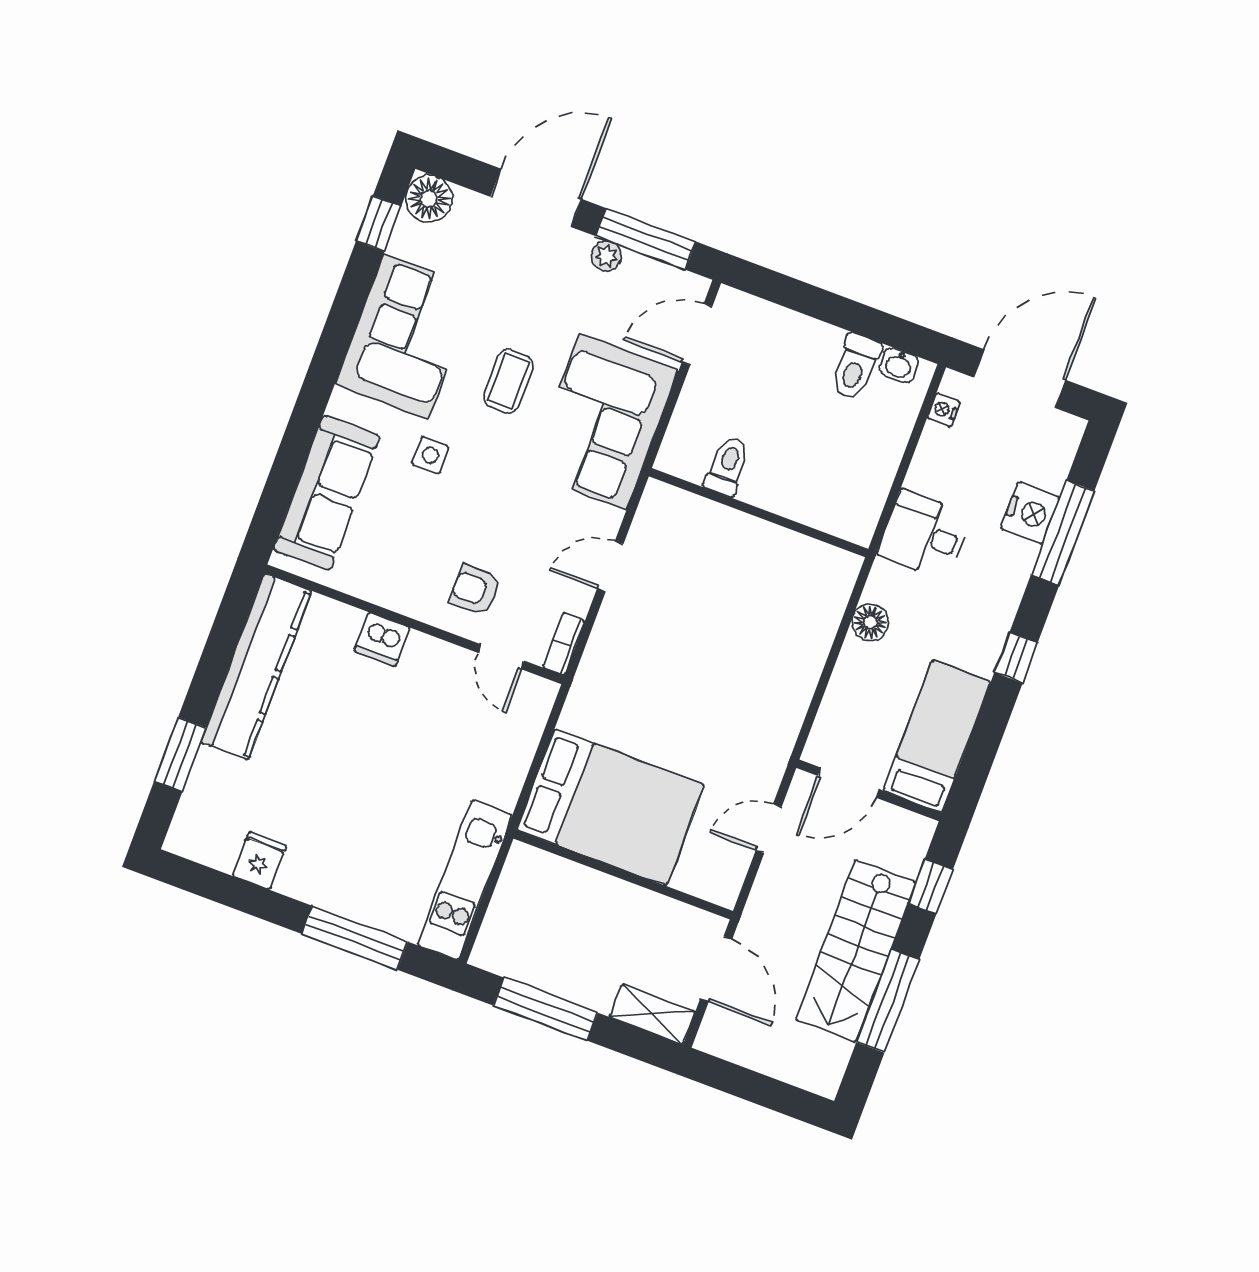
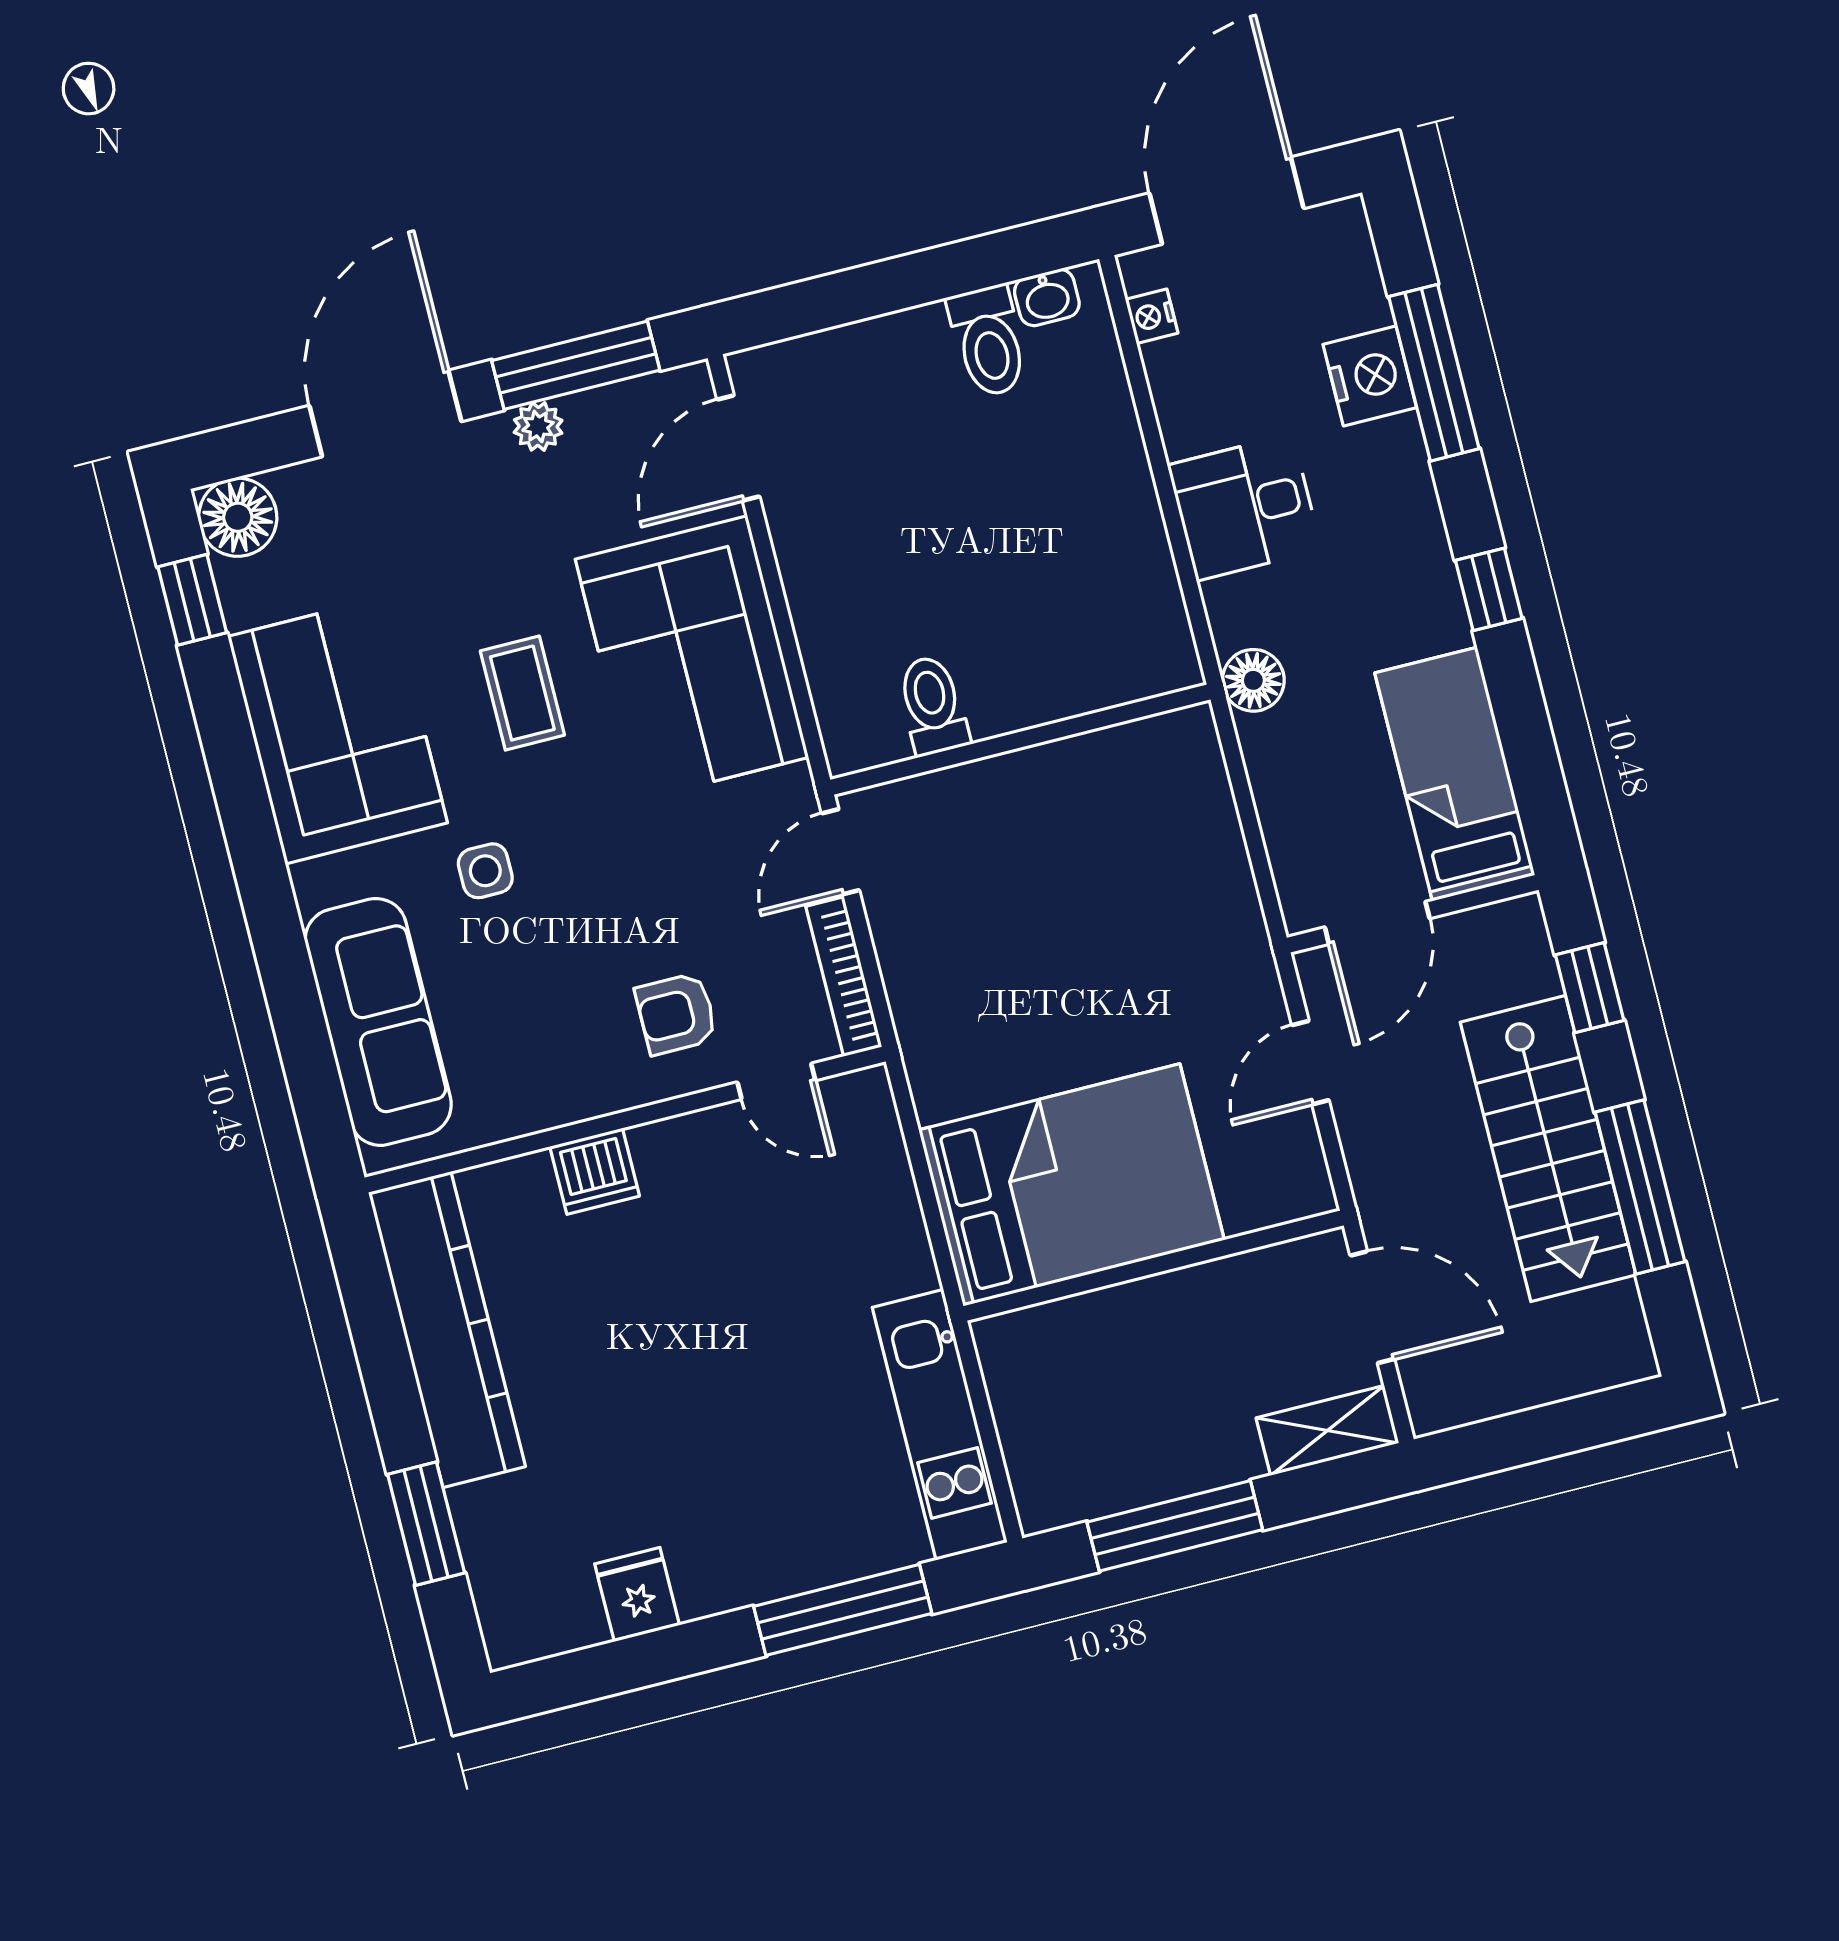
toilet: (727, 466) -> (933, 705), moved
wall: (759, 513) -> (1020, 740), moved
bookcase: (564, 644) -> (844, 977), width x1.56

